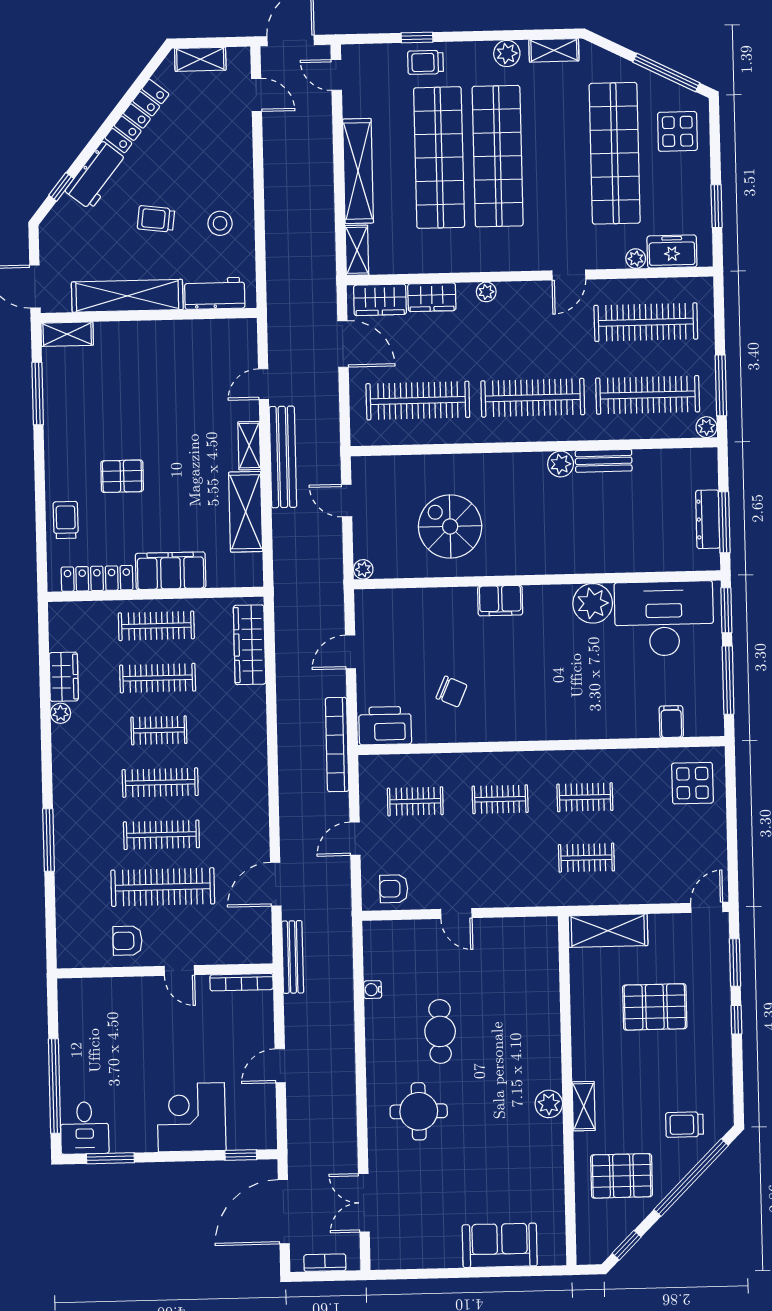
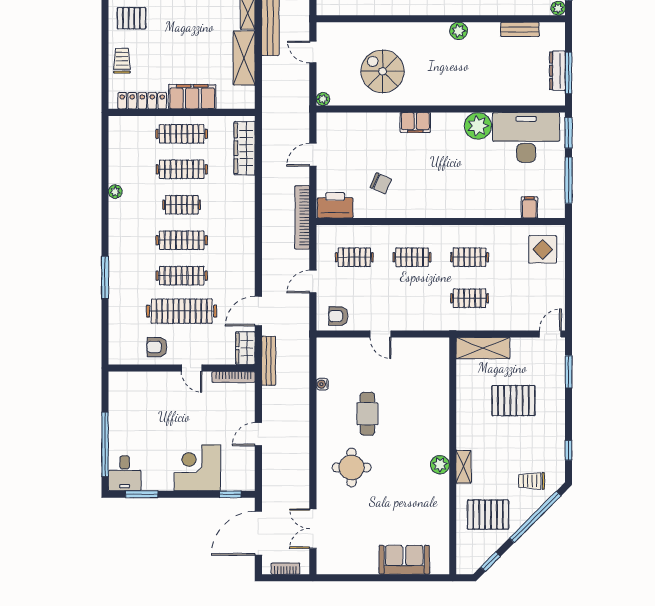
bench: (604, 461) -> (520, 29), moved
pallet: (122, 476) -> (131, 18), moved
wardrobe: (64, 677) -> (245, 348), moved, turned 180
window: (736, 1020) -> (569, 450), moved

